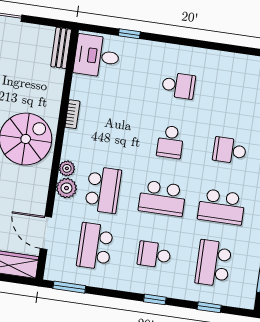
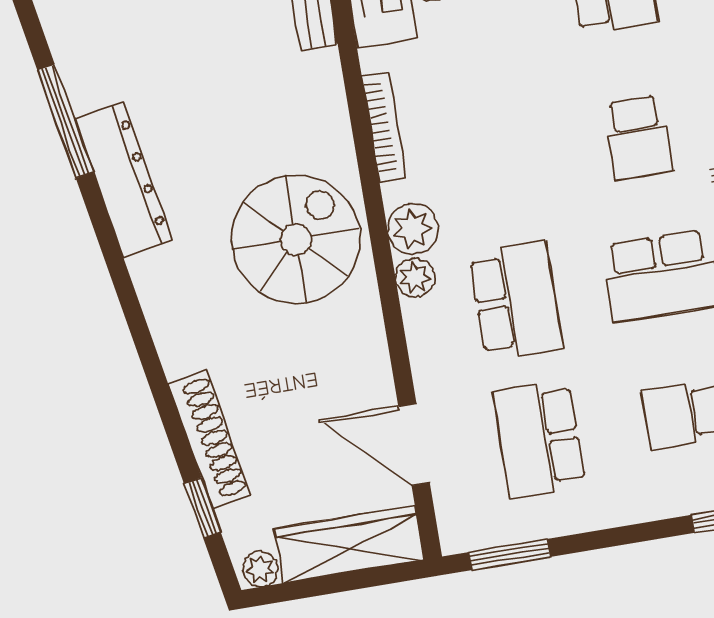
bookcase: (72, 114) -> (384, 127), width x1.56
plant: (66, 188) -> (413, 229), moved

